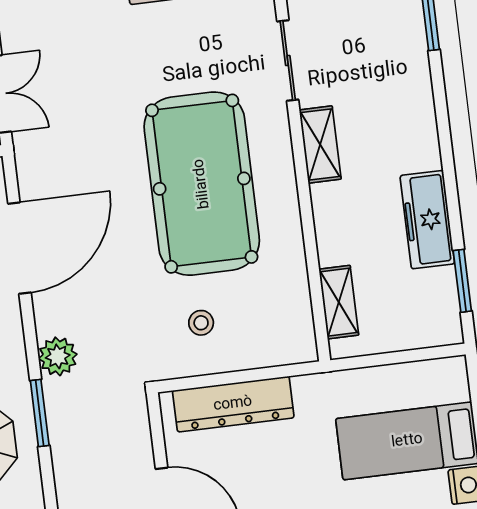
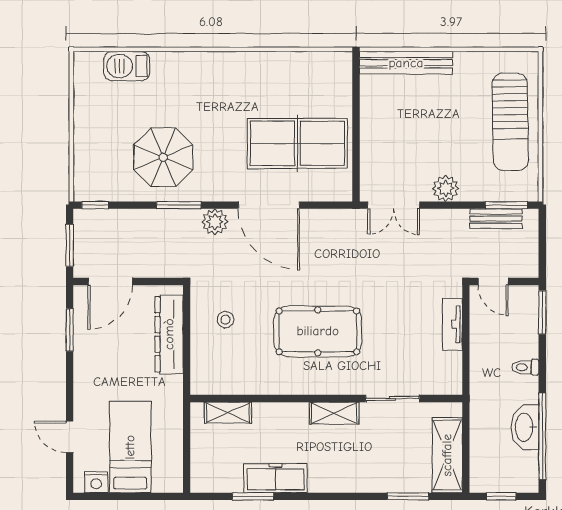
pool table: (202, 184) -> (318, 331), width x0.73, depth x0.76
door: (19, 248) -> (269, 205), moved
window: (462, 281) -> (253, 496), moved

